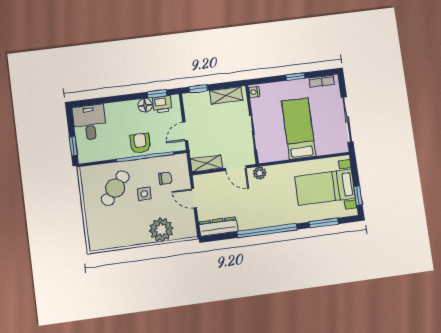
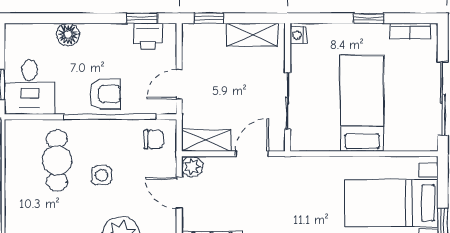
floor lamp: (145, 105) -> (68, 34), moved
desk: (90, 122) -> (30, 87), moved, turned 180
armchair: (140, 143) -> (105, 94), turned 90
door: (236, 168) -> (252, 154), swing flipped
plant: (260, 173) -> (192, 167), moved
chair: (165, 178) -> (153, 139), moved
cafe table: (115, 188) -> (57, 160), turned -40

